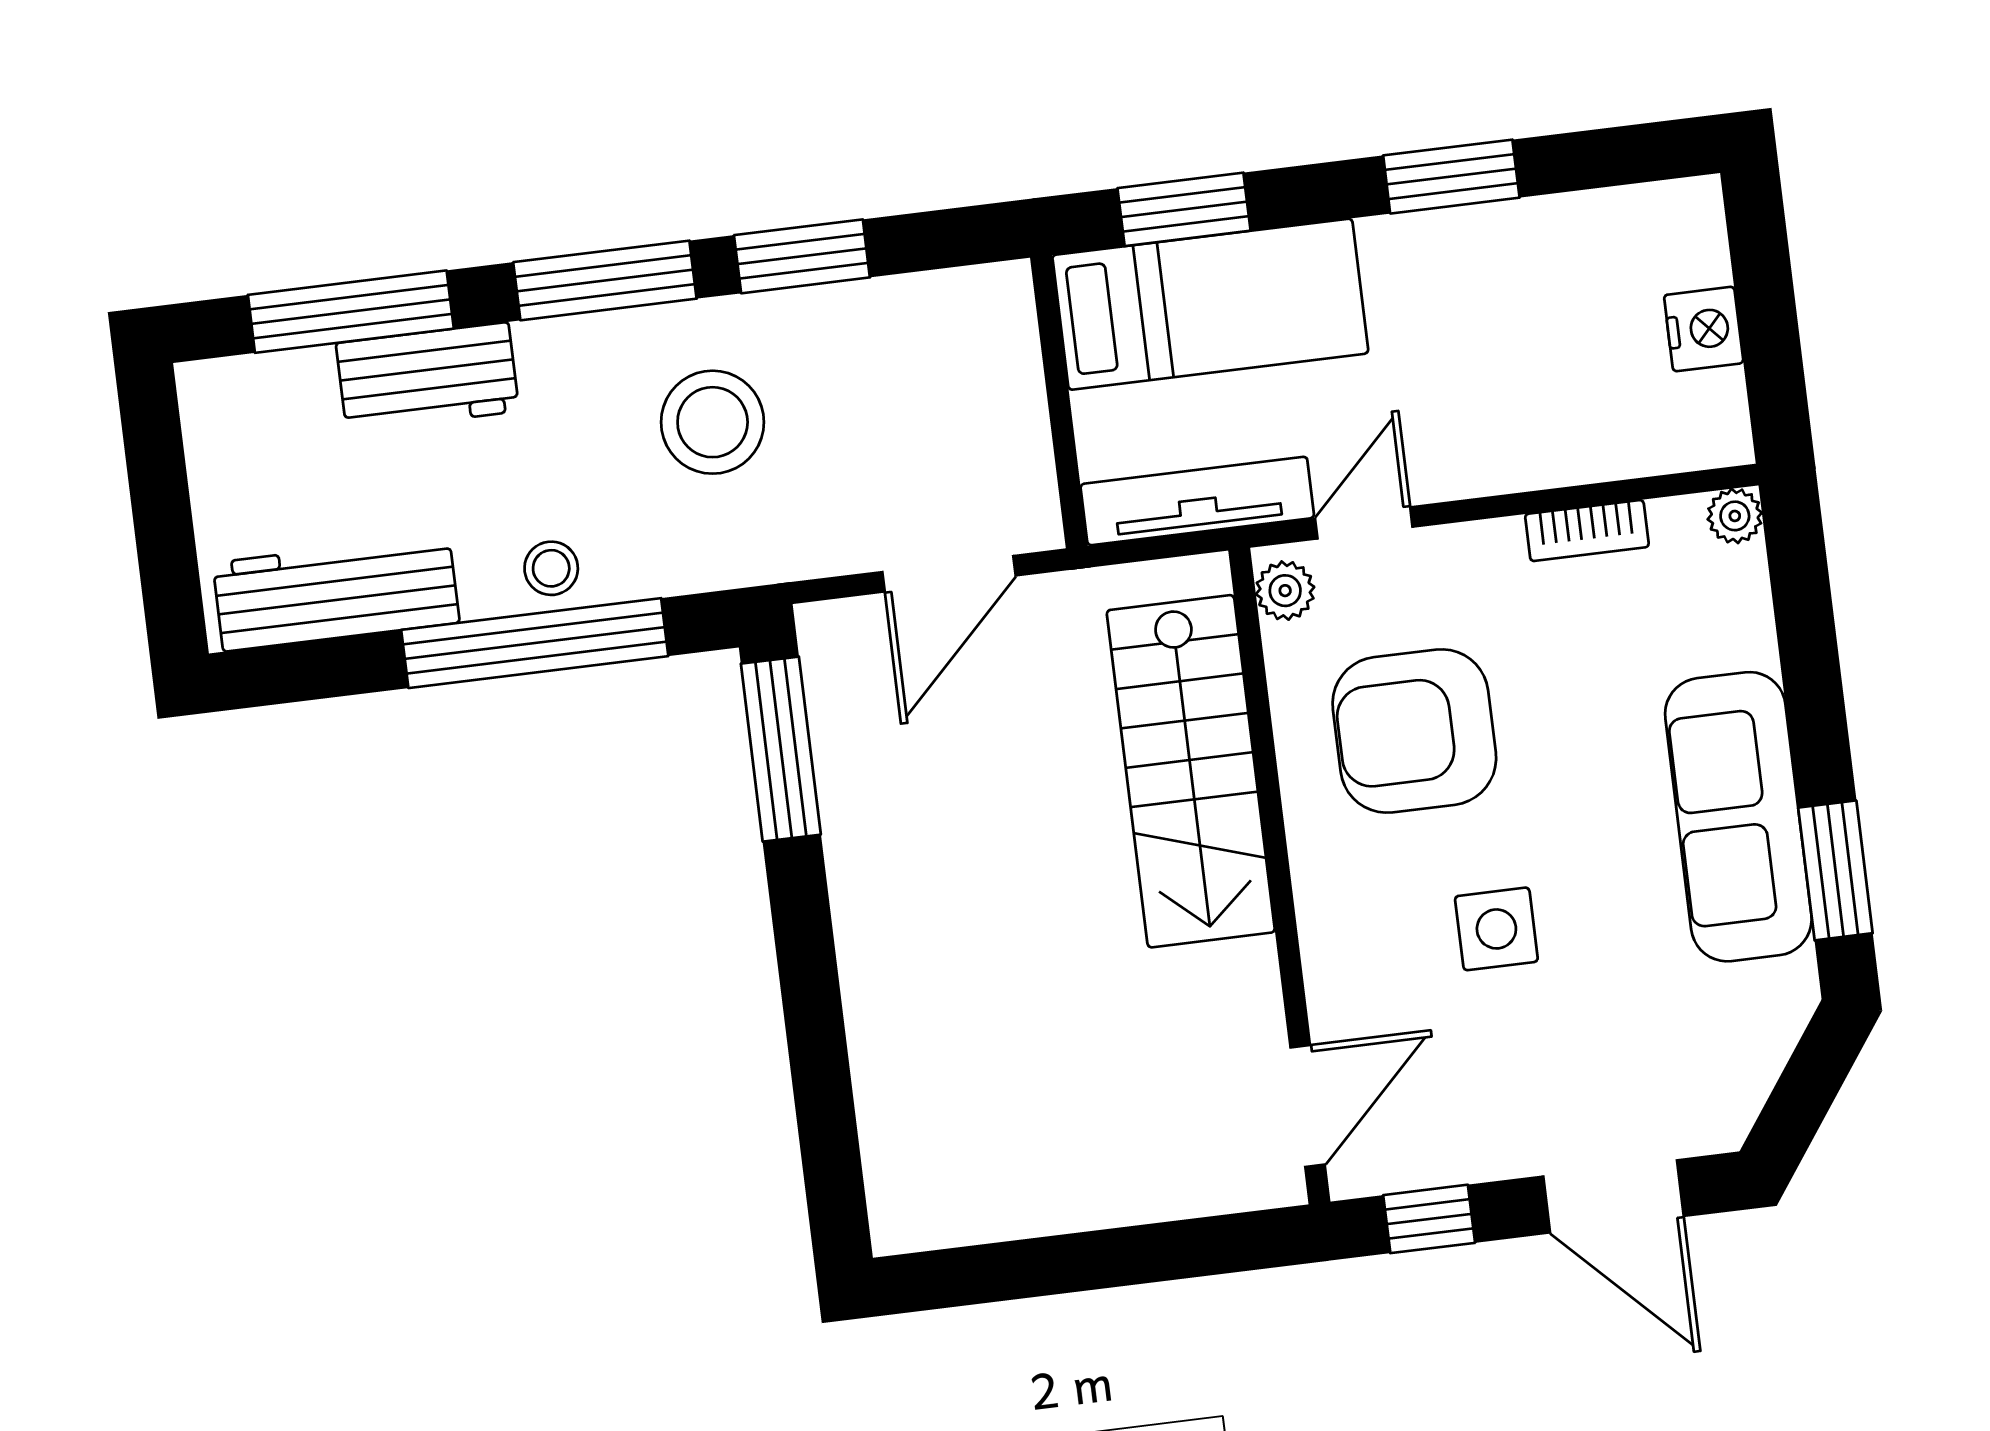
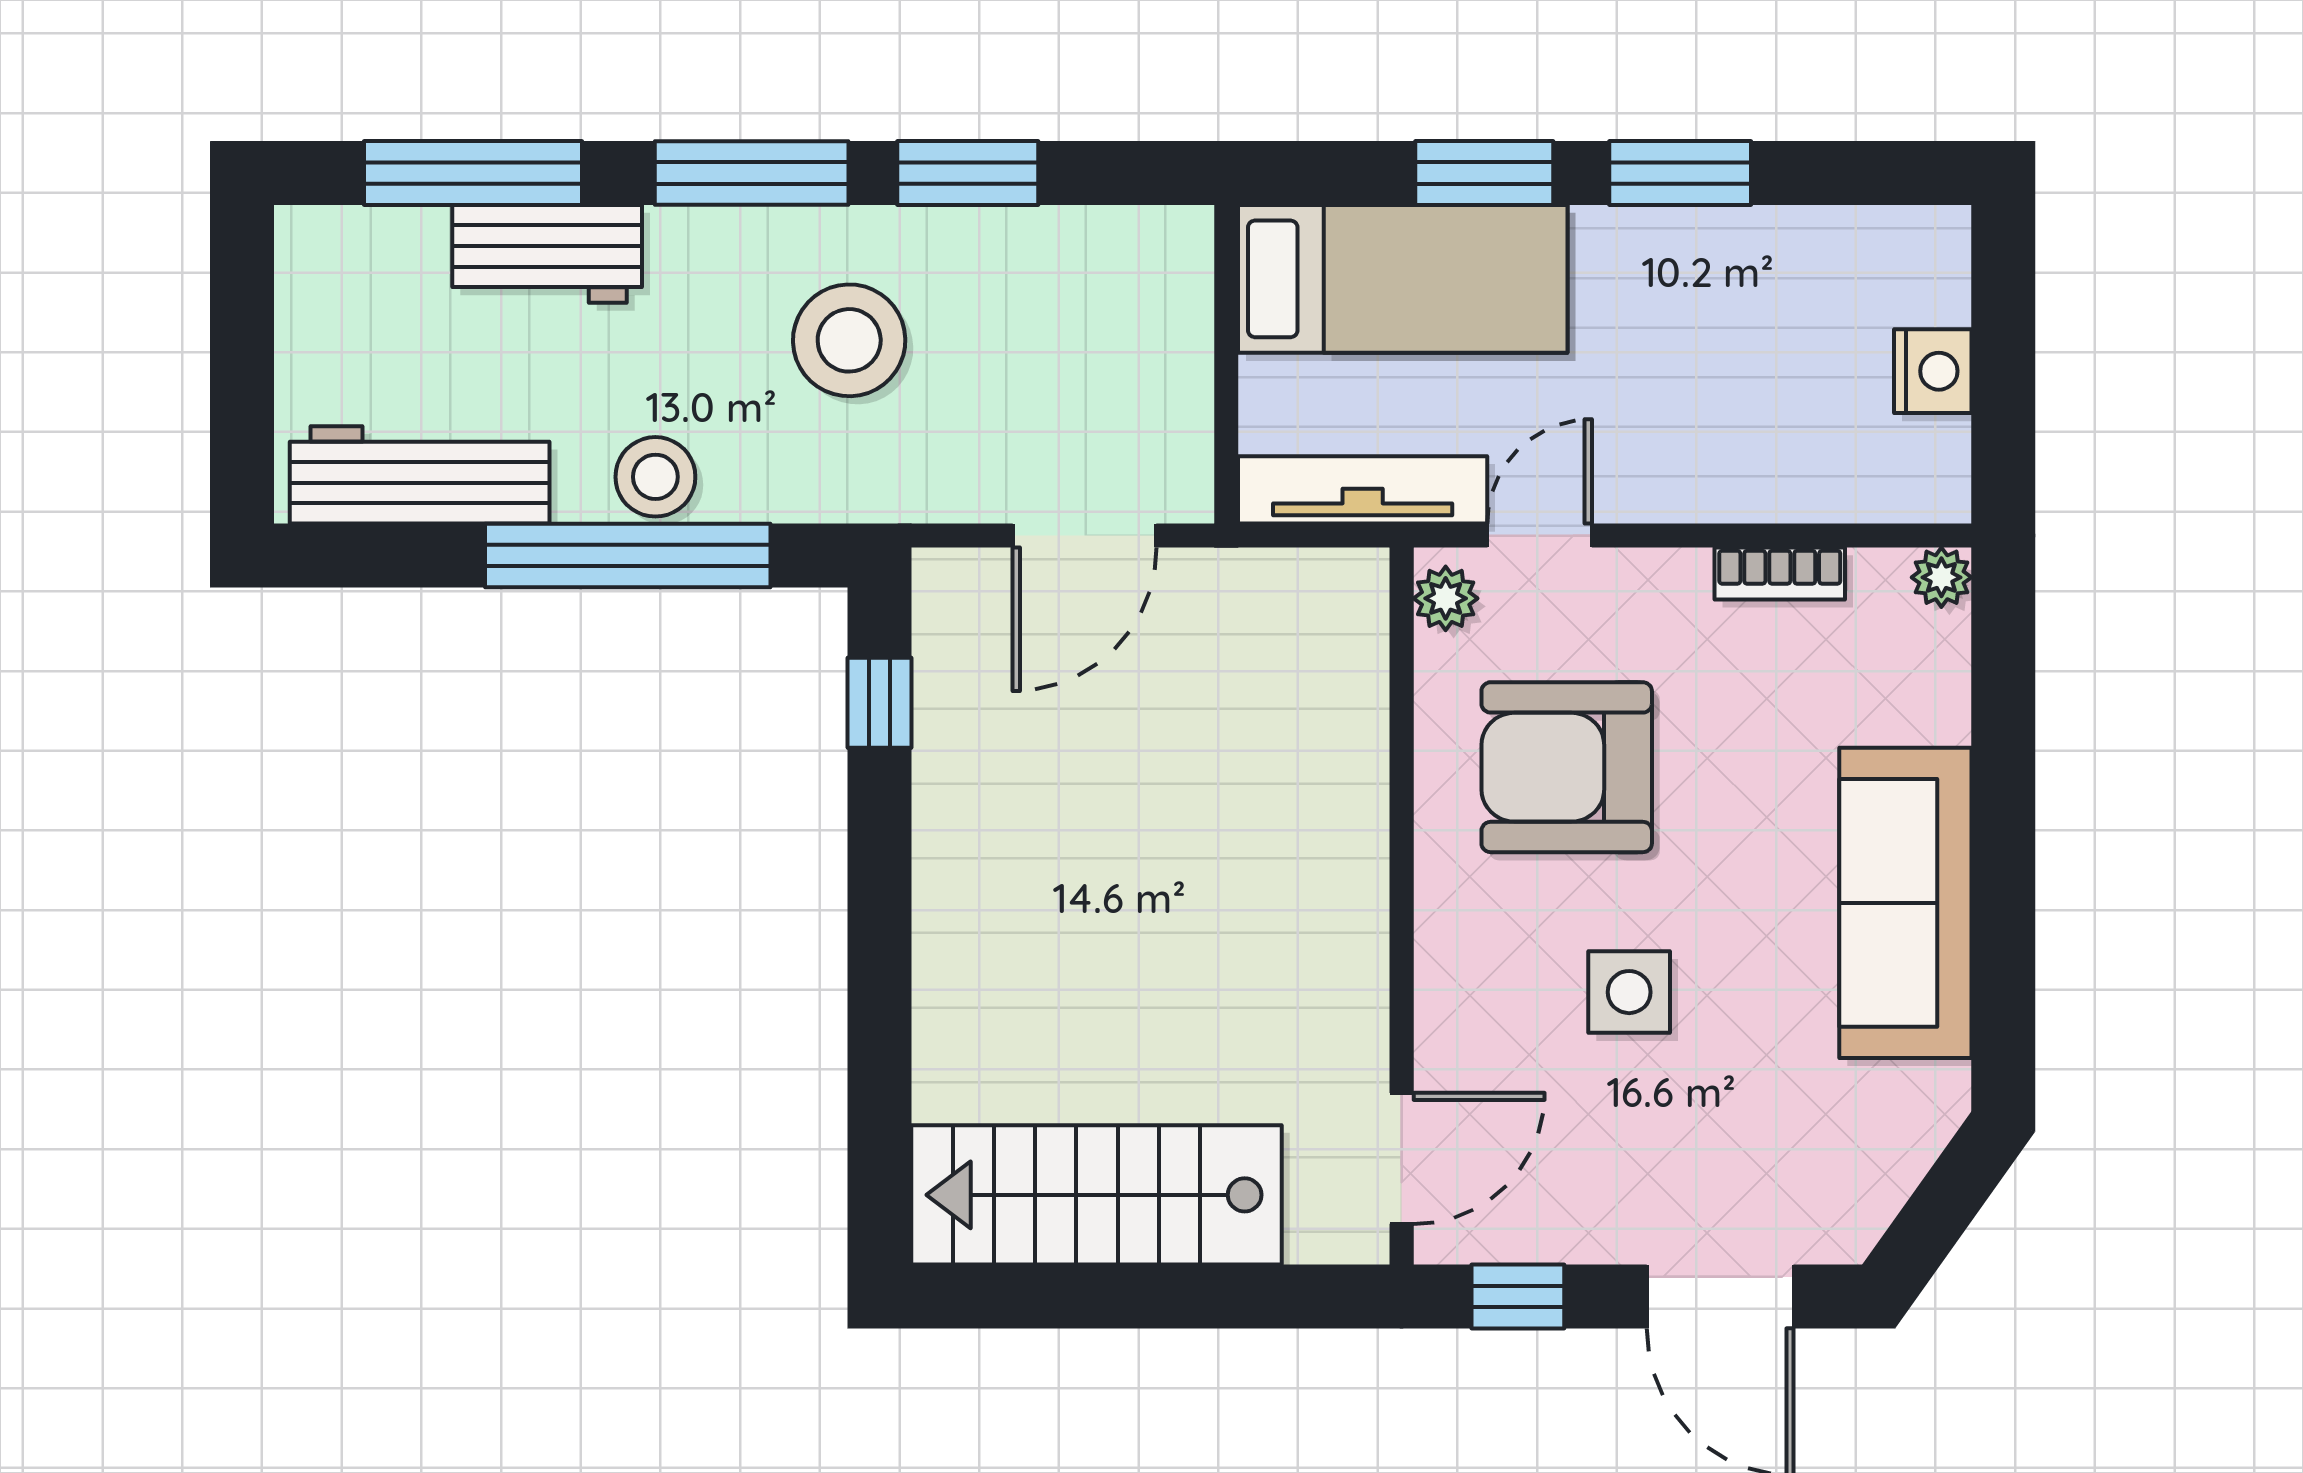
window: (1184, 209) -> (1484, 173), moved
stool: (551, 568) -> (655, 477), width x1.37, depth x1.37
window: (781, 749) -> (880, 703), width x0.46
stairs: (1191, 771) -> (1097, 1195), moved, turned 90
window: (1835, 870) -> (2003, 974), removed

